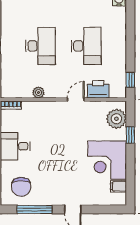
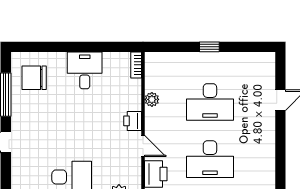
printer: (56, 108) -> (133, 121), added

